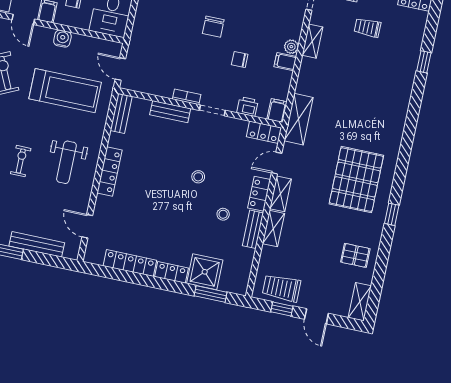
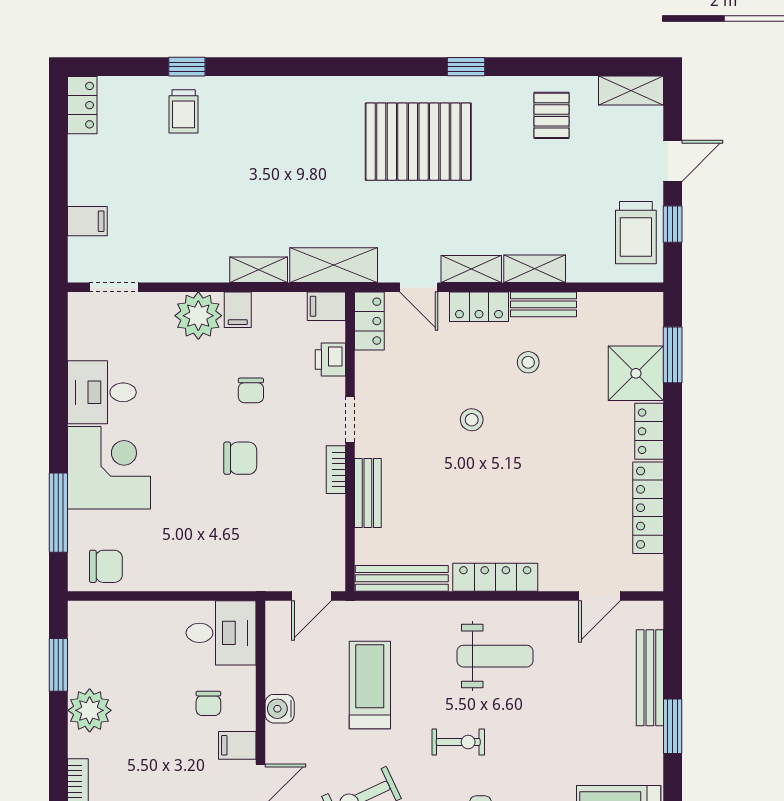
chair: (213, 27) -> (240, 458), moved
trolley: (368, 28) -> (184, 111), moved
shelving: (312, 41) -> (259, 270), moved
plant: (291, 47) -> (198, 316), width x1.87, depth x1.87
treadmill: (65, 91) -> (370, 685), width x0.73, depth x0.73
bench: (121, 114) -> (402, 578), width x1.36
exercise bike: (21, 161) -> (458, 742), moved, turned 180

